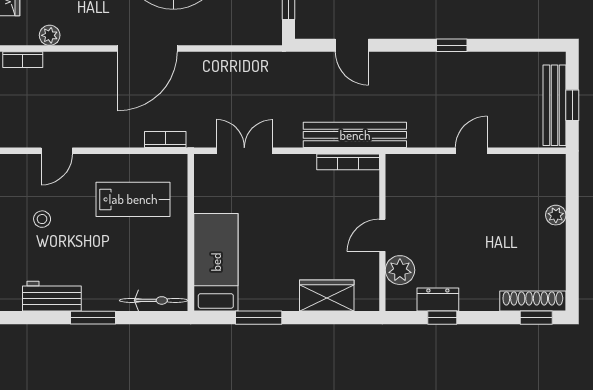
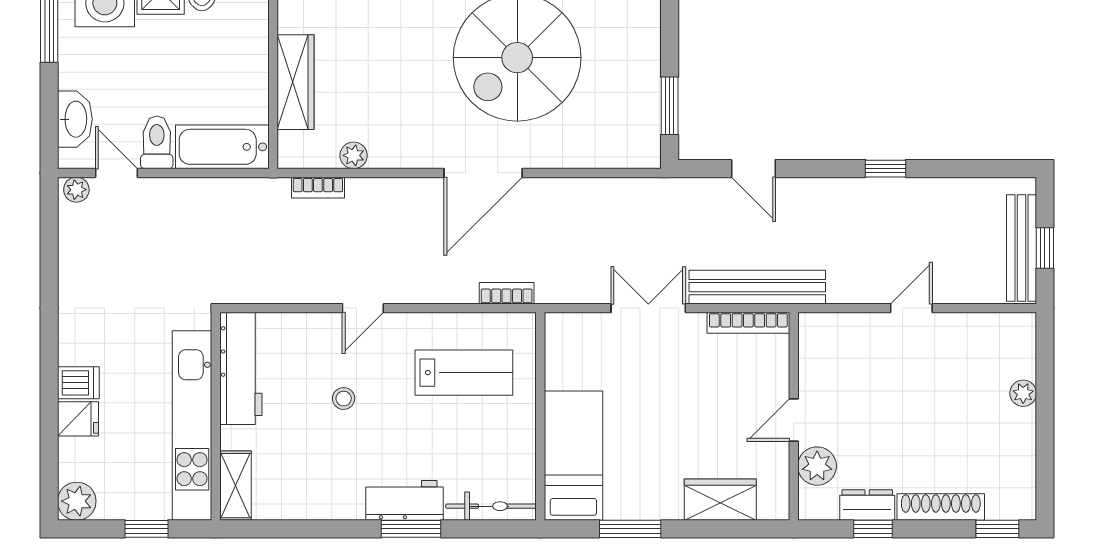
double door: (244, 151) -> (648, 308), moved
workbench: (52, 296) -> (404, 500), moved
shoe rack: (533, 301) -> (941, 507), moved

